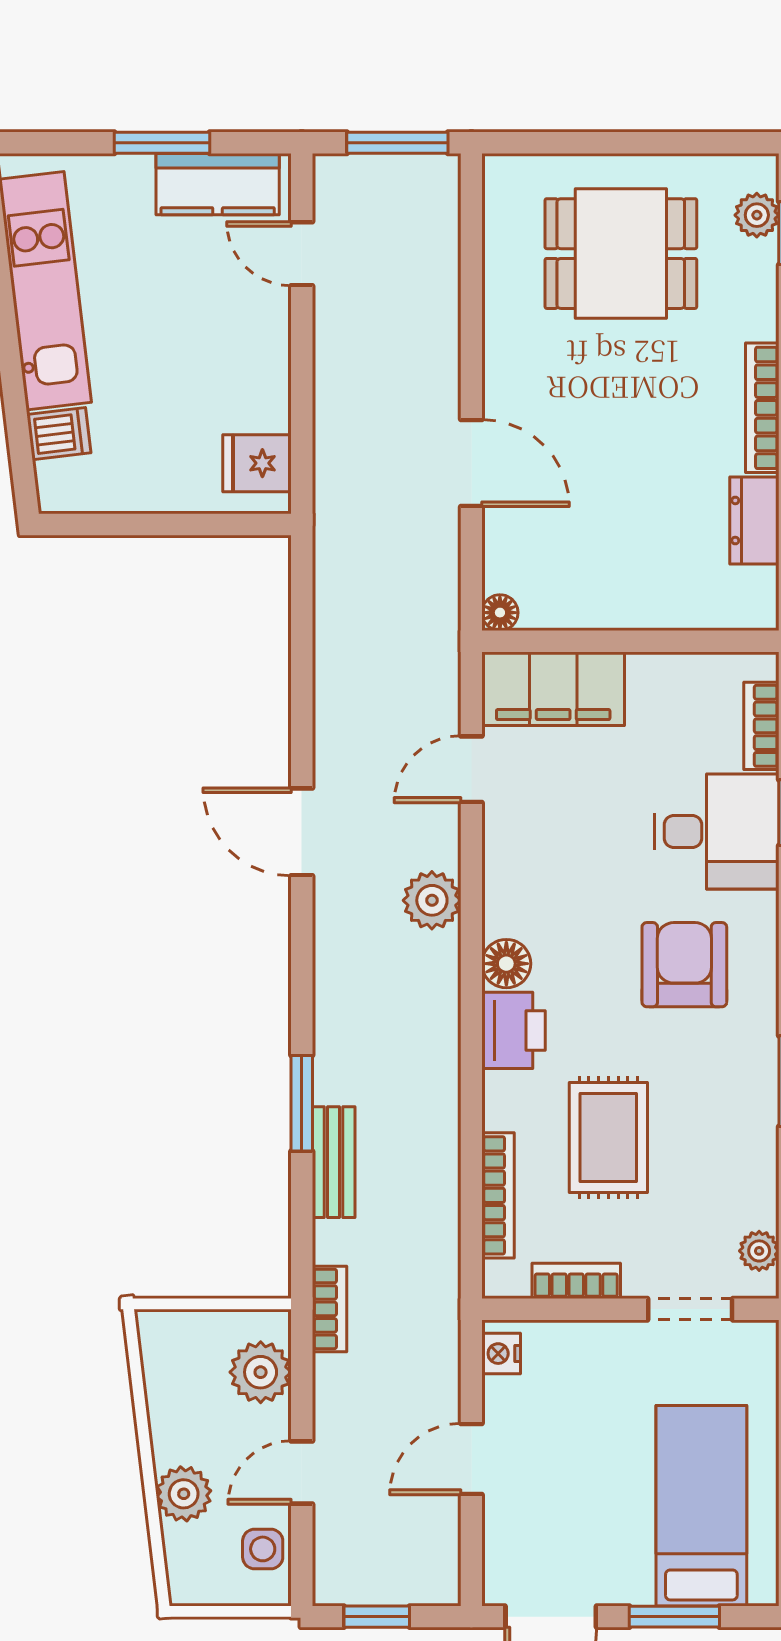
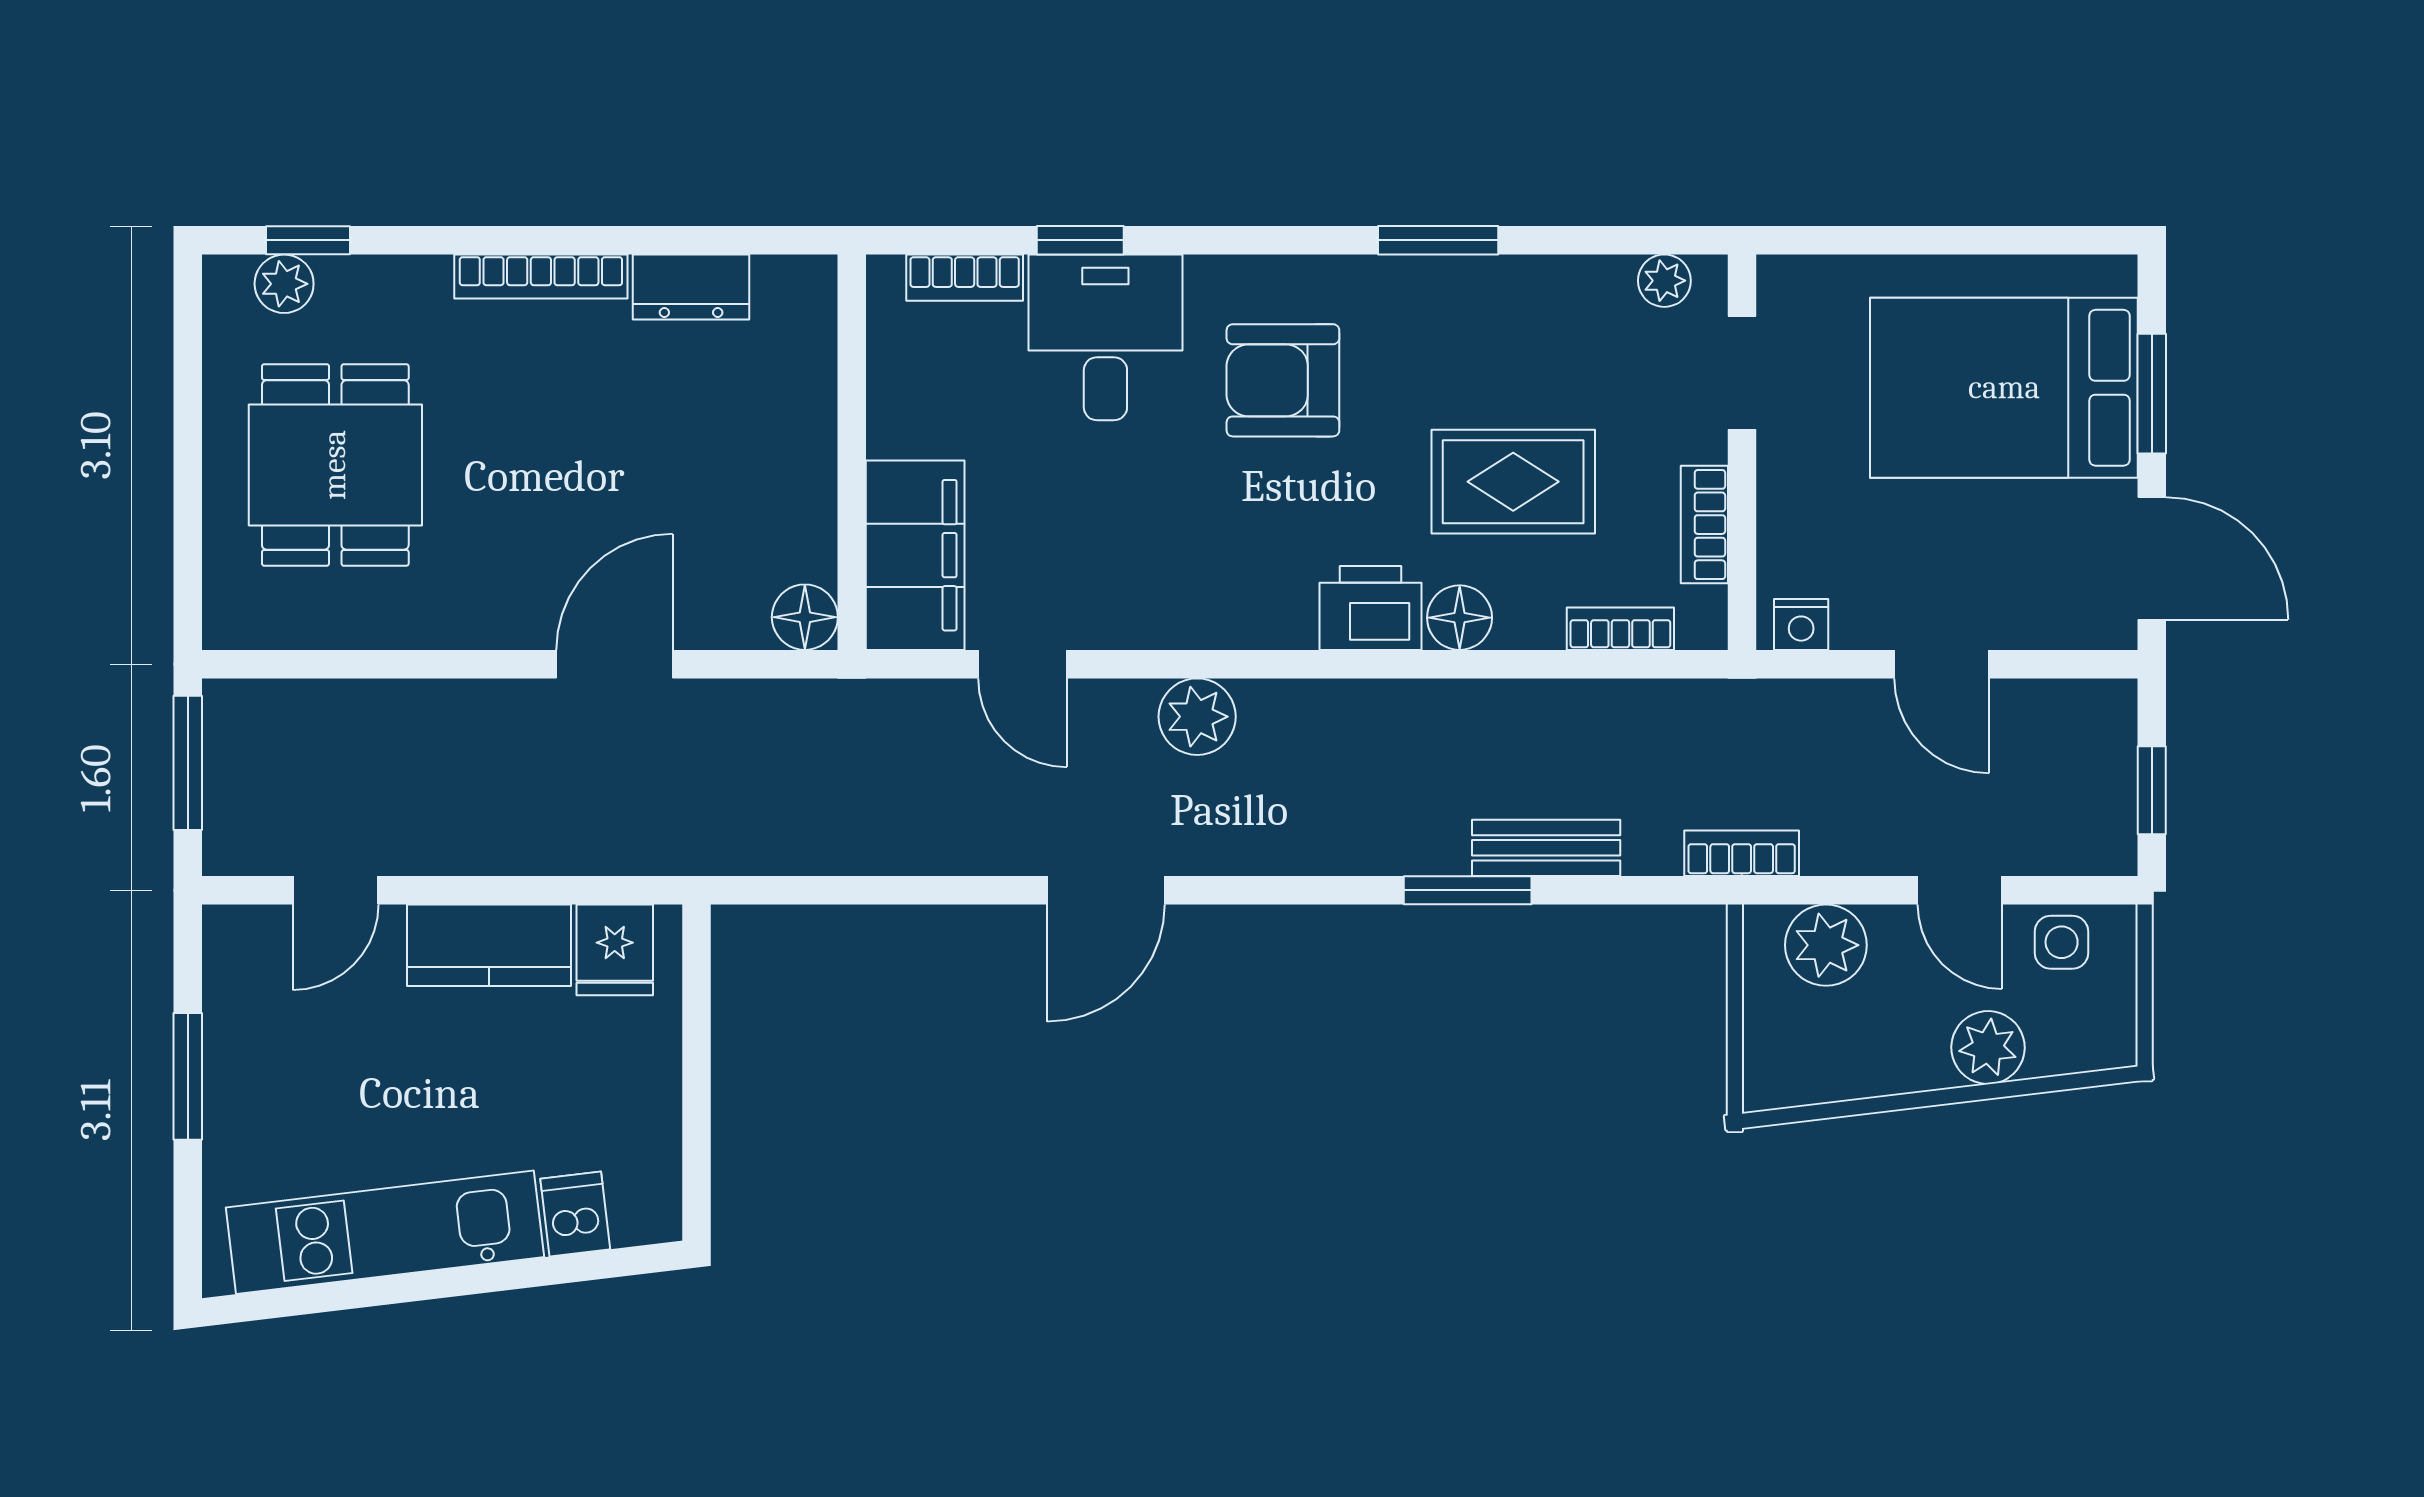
kitchen counter: (218, 184) -> (489, 945), moved, turned 90
floor lamp: (500, 613) -> (805, 617), width x1.37, depth x1.37
floor lamp: (506, 964) -> (1460, 618), moved
bookcase: (498, 1195) -> (1620, 629), width x0.64
bed: (701, 1506) -> (2004, 388), width x1.50

